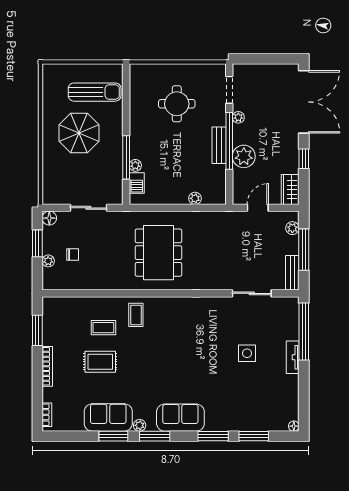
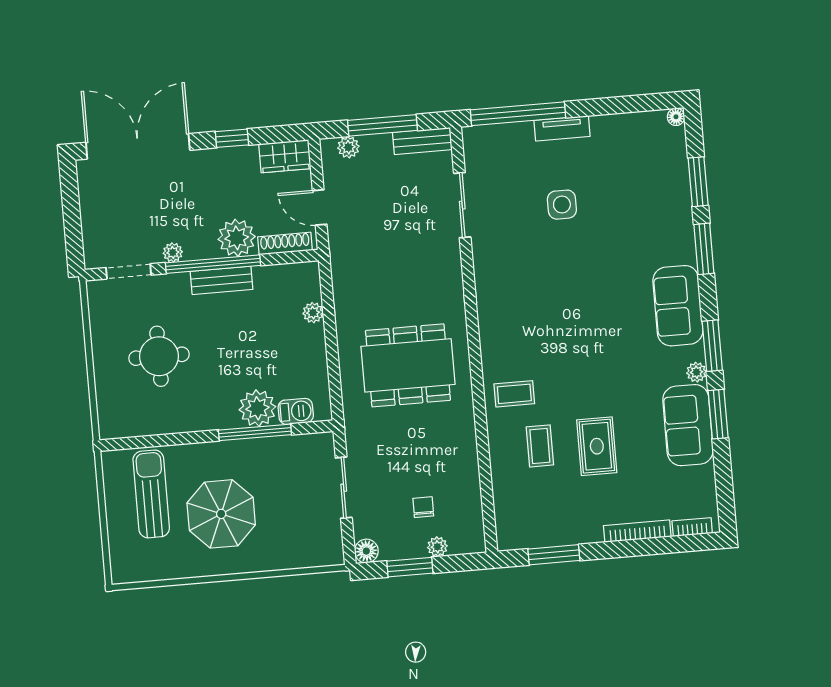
plant: (135, 165) -> (257, 408), width x1.87, depth x1.87
shoe rack: (238, 185) -> (285, 244), added
bookcase: (47, 366) -> (637, 531), moved

